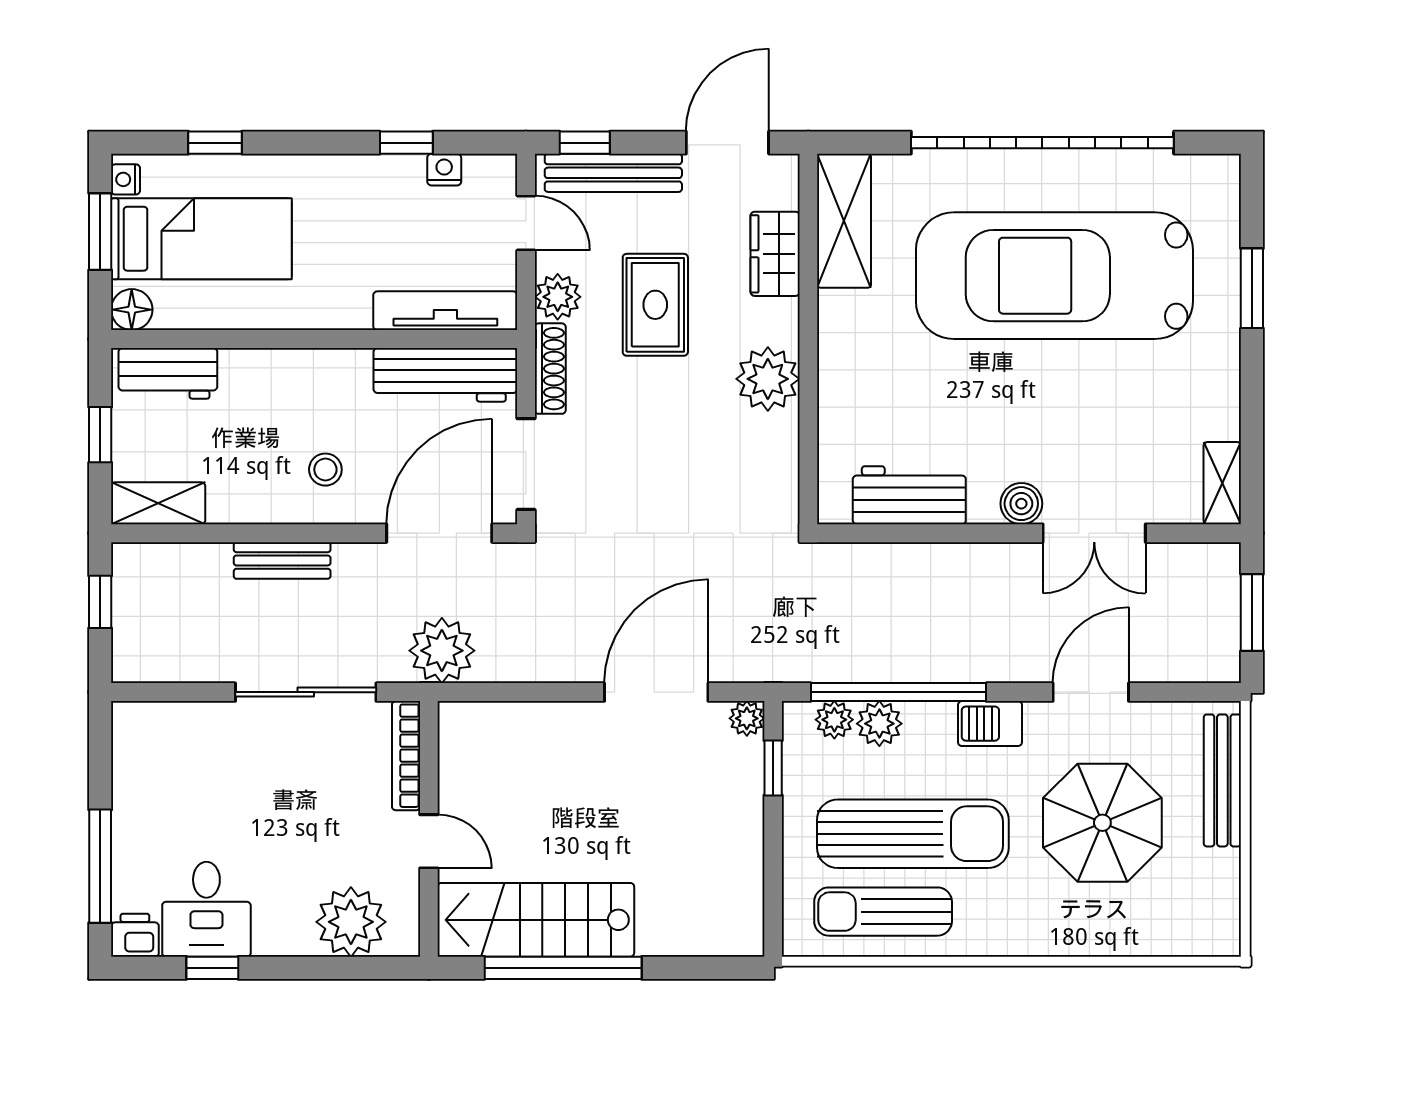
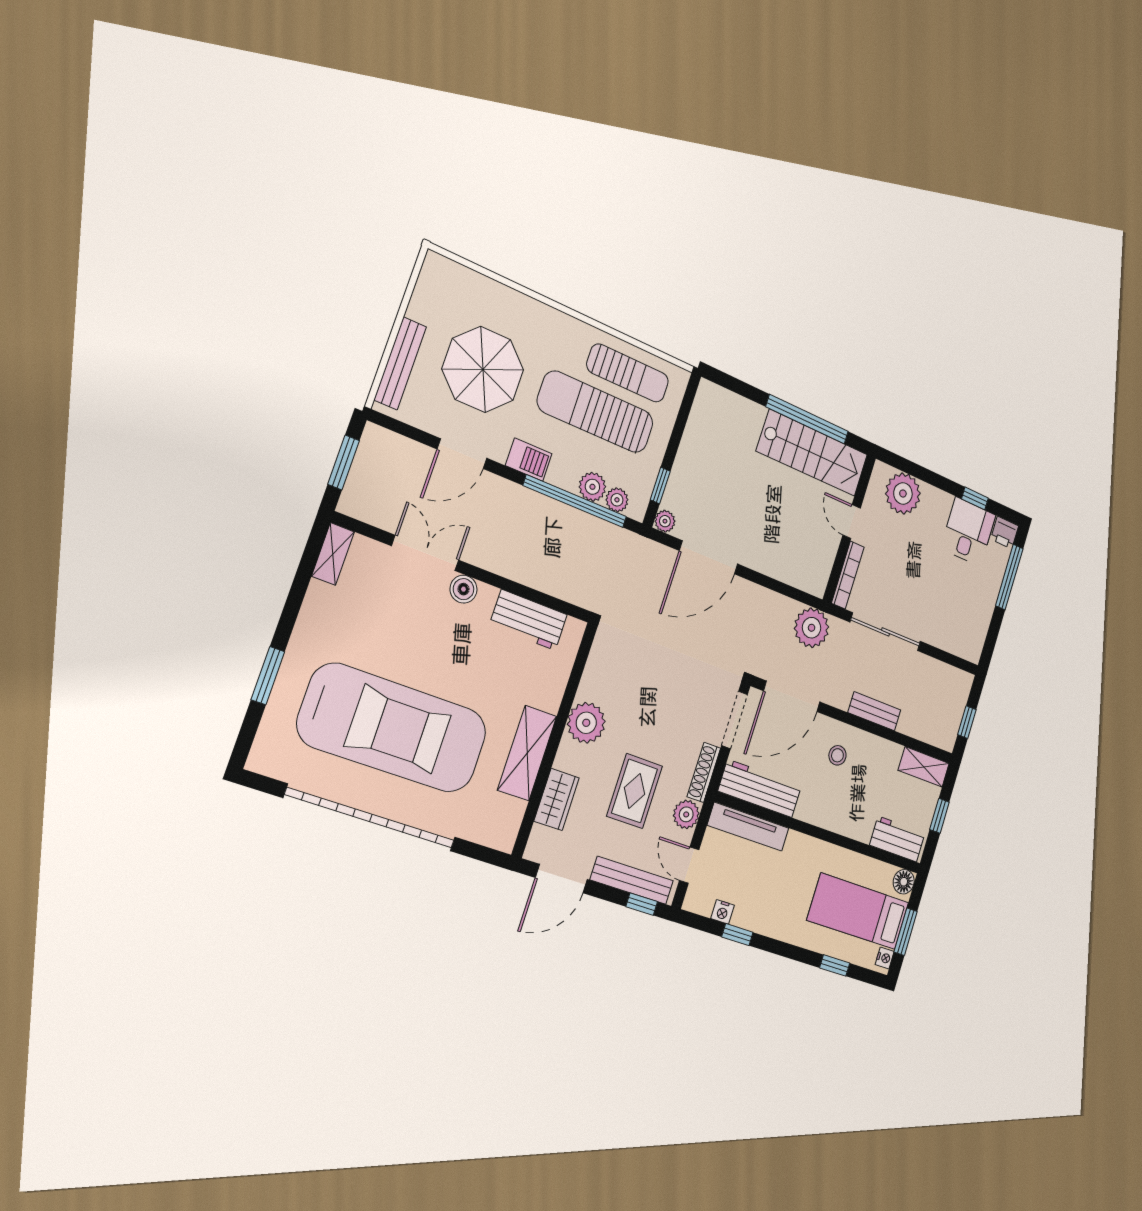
shelving: (844, 221) -> (527, 753), moved

